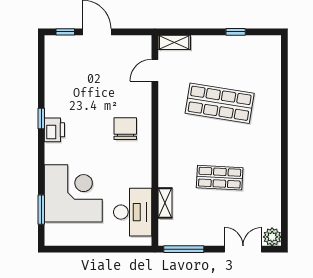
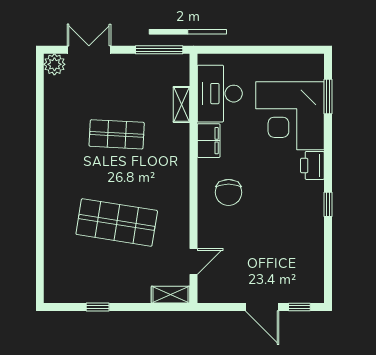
printer: (54, 130) -> (312, 165), moved
filing cabinet: (142, 172) -> (209, 141), added
double door: (243, 249) -> (89, 50), swing flipped

